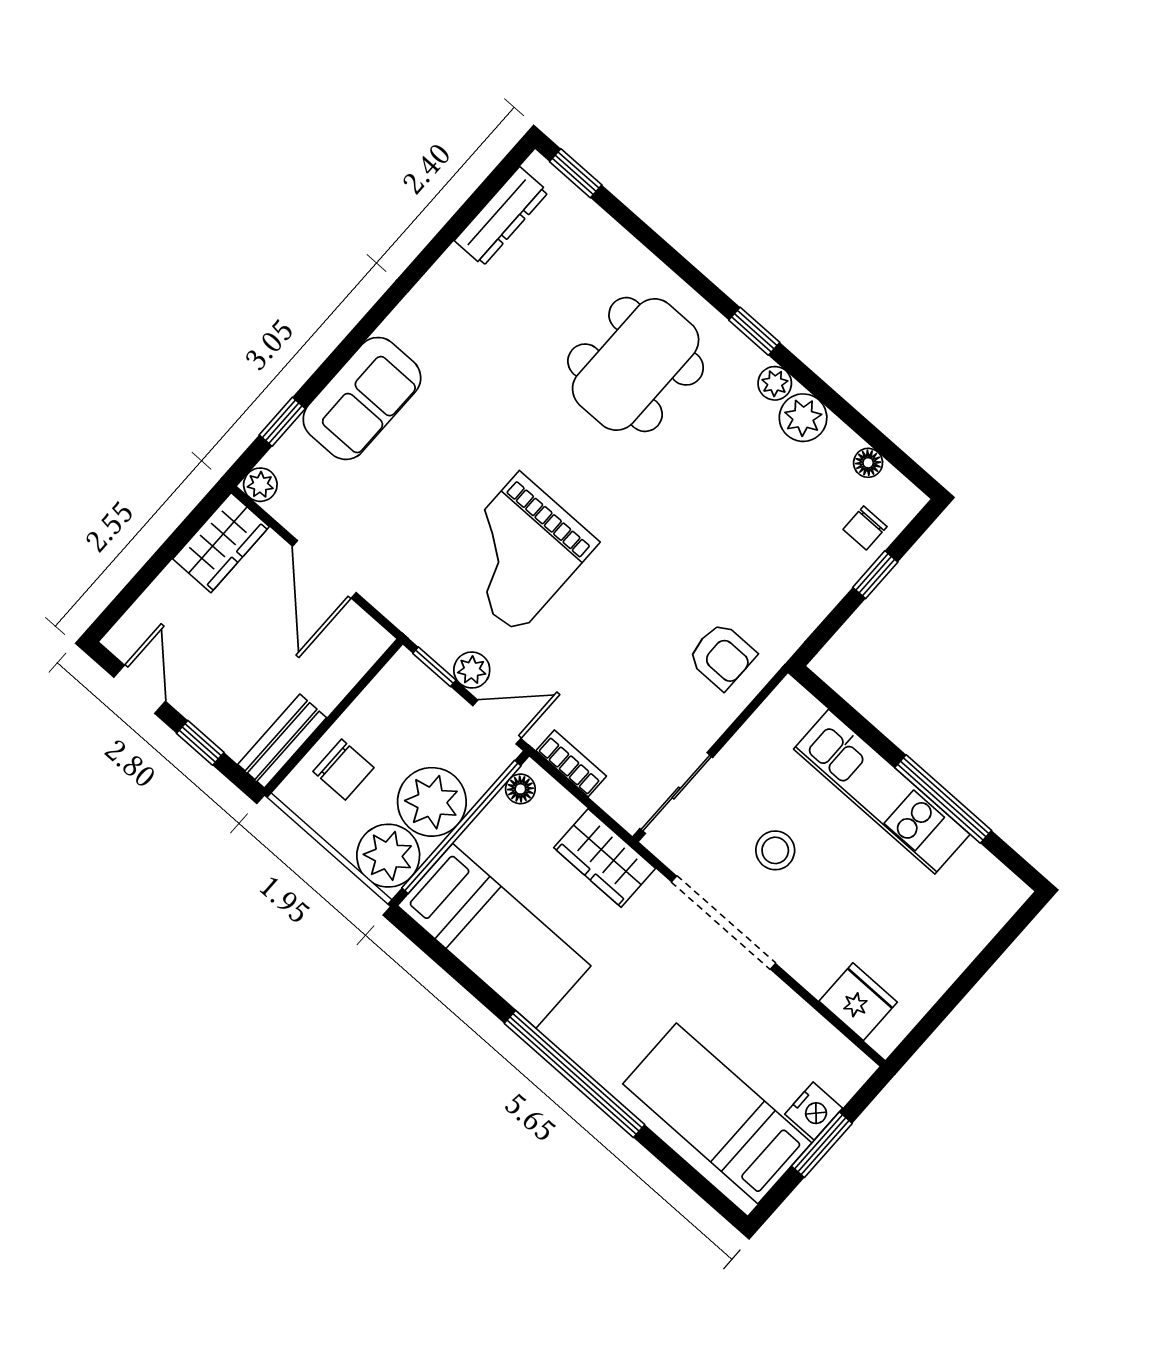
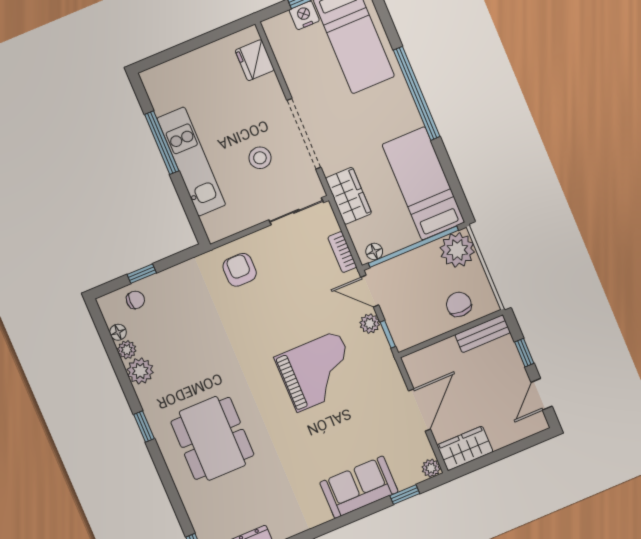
dining table: (636, 365) -> (212, 438), turned 90
plant: (775, 383) -> (127, 350), moved
plant: (432, 802) -> (422, 267), removed

